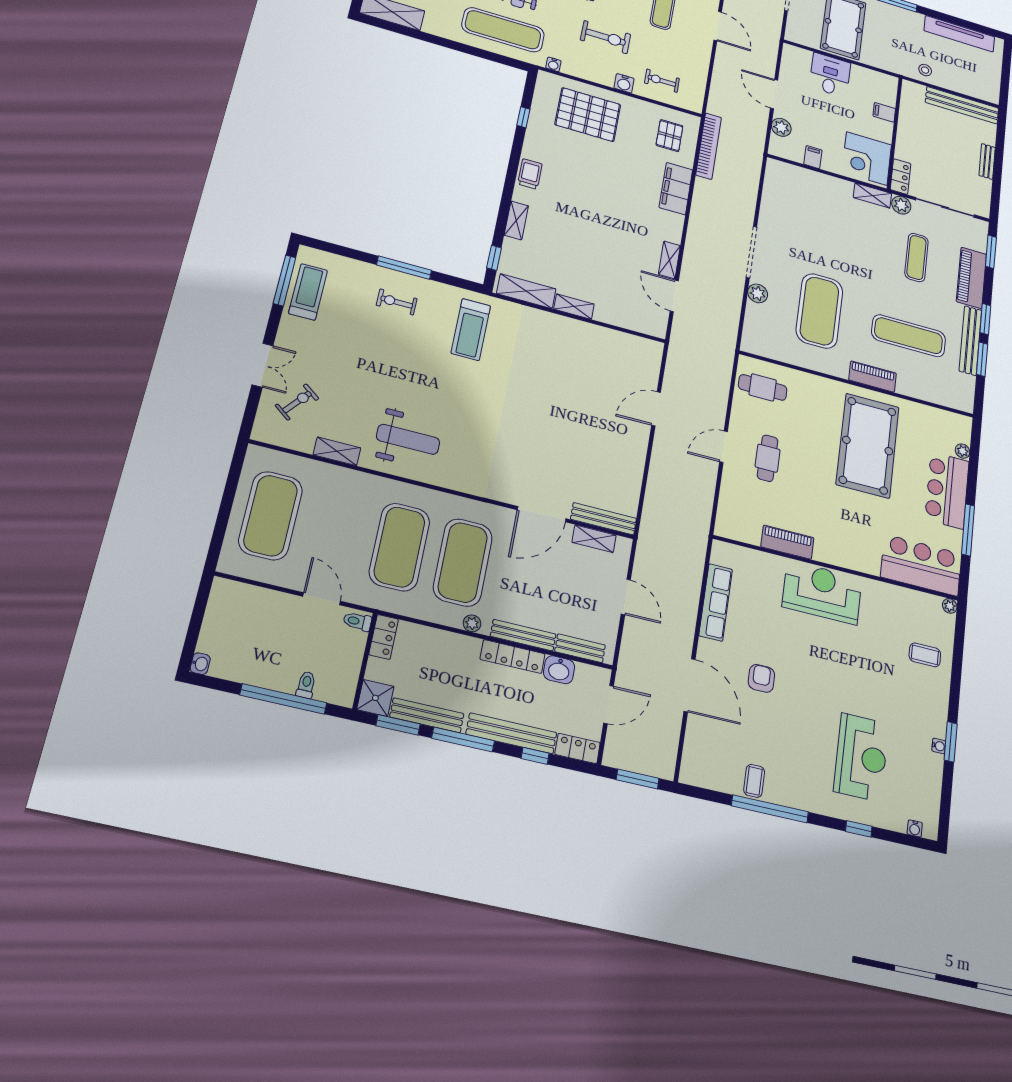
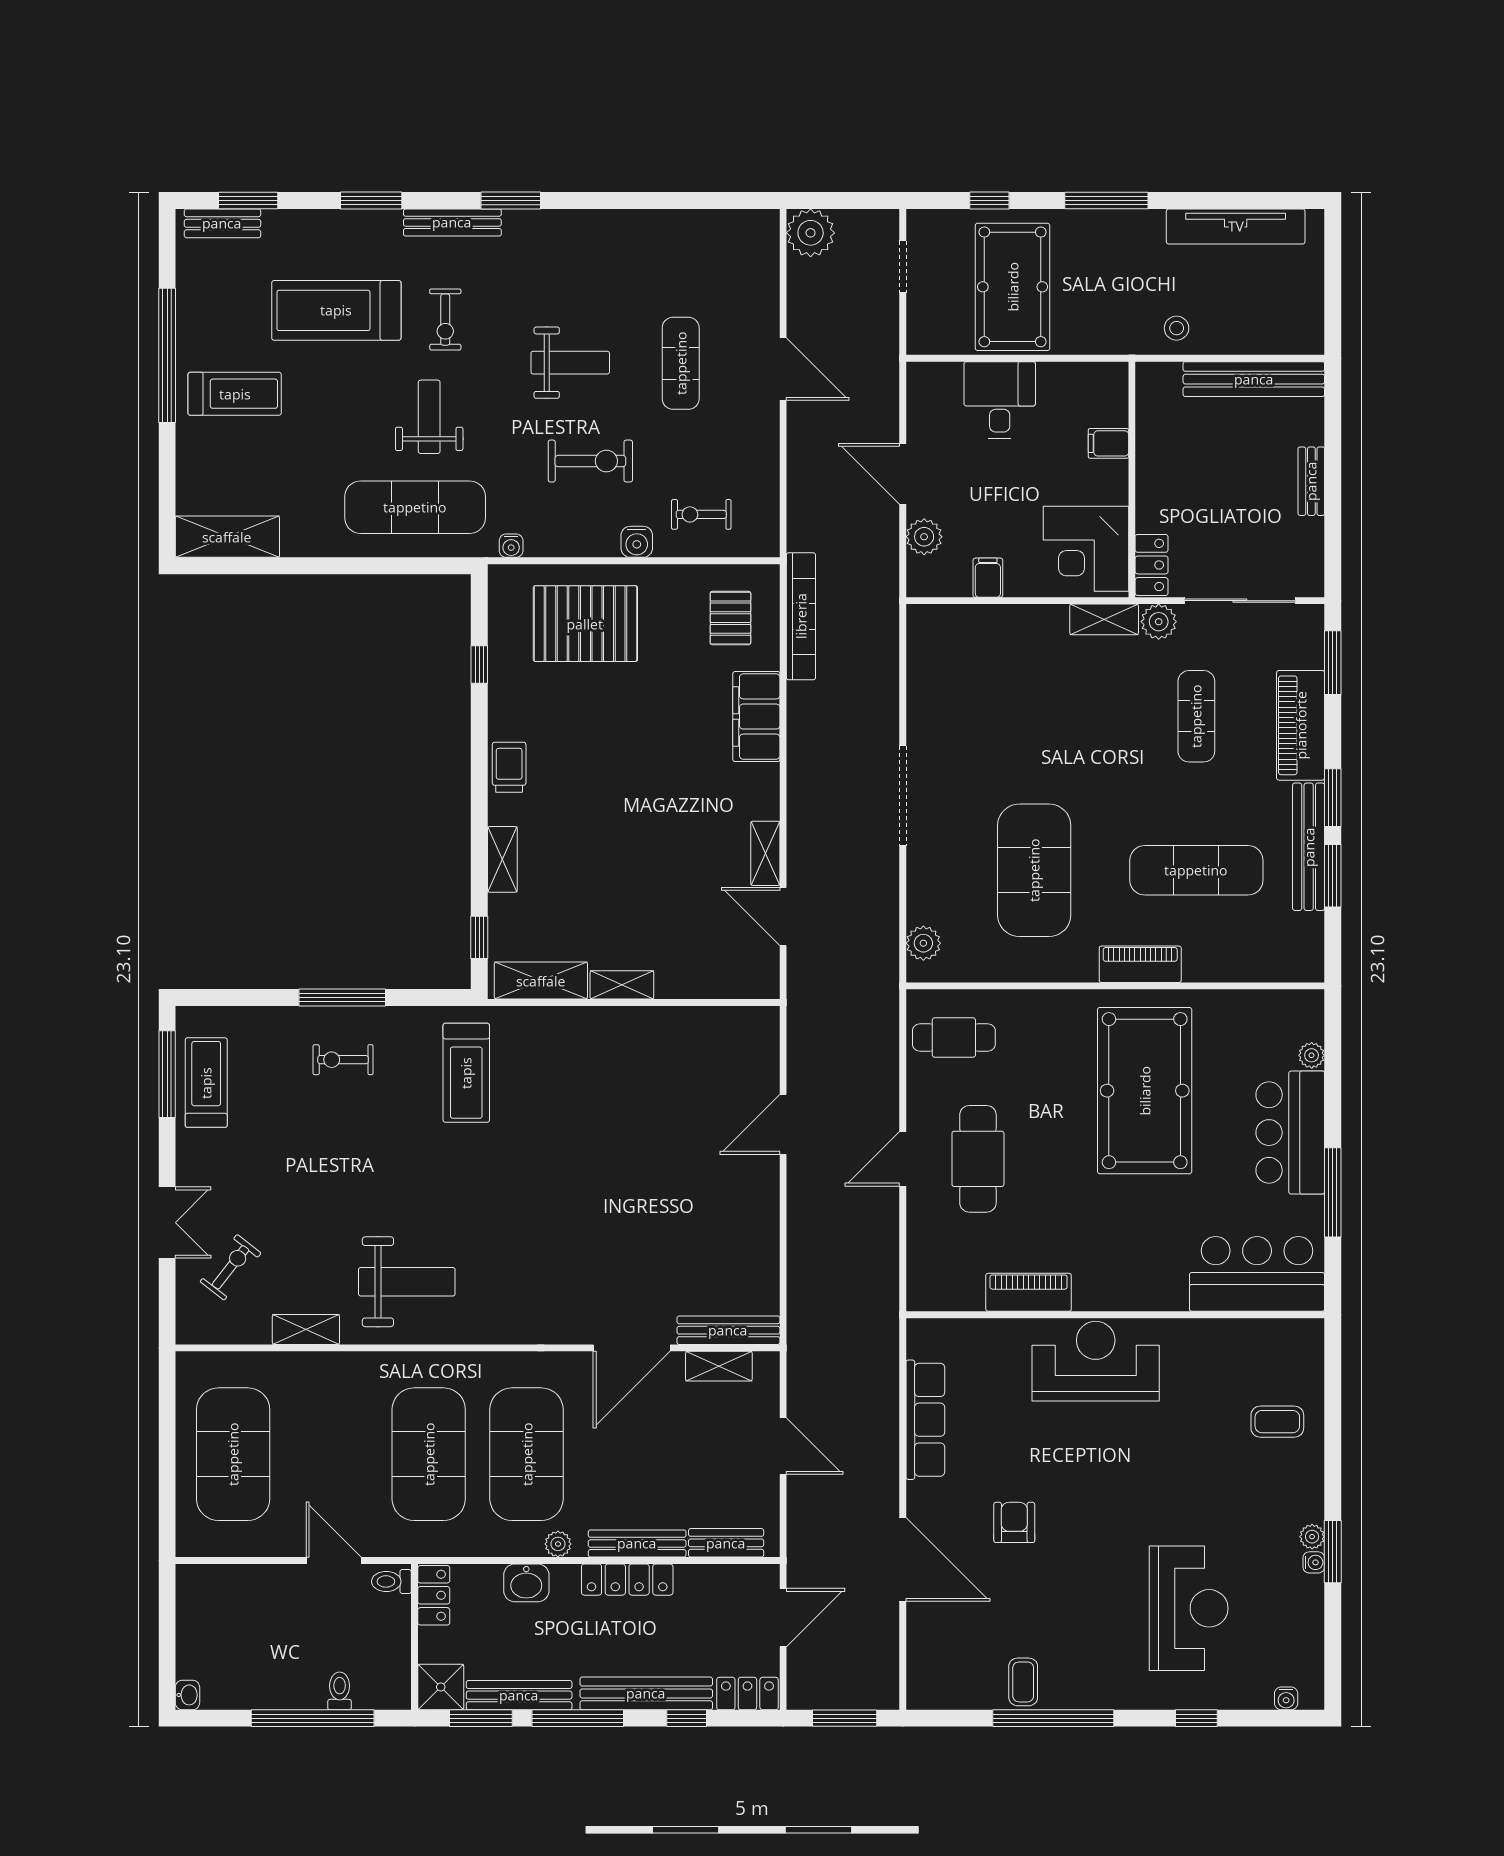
plant: (758, 293) -> (923, 943), moved
cafe table: (768, 458) -> (978, 1159), width x1.37, depth x1.35
plant: (950, 606) -> (1312, 1537), moved
washbasin: (559, 670) -> (526, 1583), moved

